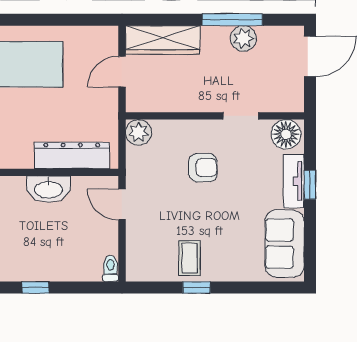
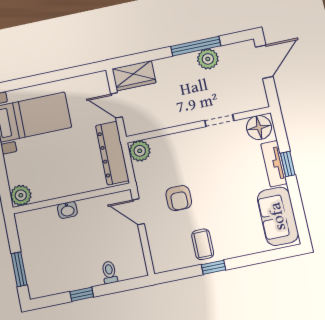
wardrobe: (163, 40) -> (134, 76), width x0.67
door: (122, 72) -> (117, 105), hinge flipped
dresser: (72, 155) -> (112, 153), moved, turned -90
armchair: (203, 168) -> (179, 198), moved, turned 90
washbasin: (48, 189) -> (67, 210), width x0.52, depth x0.69
toilet: (110, 269) -> (109, 272), moved

